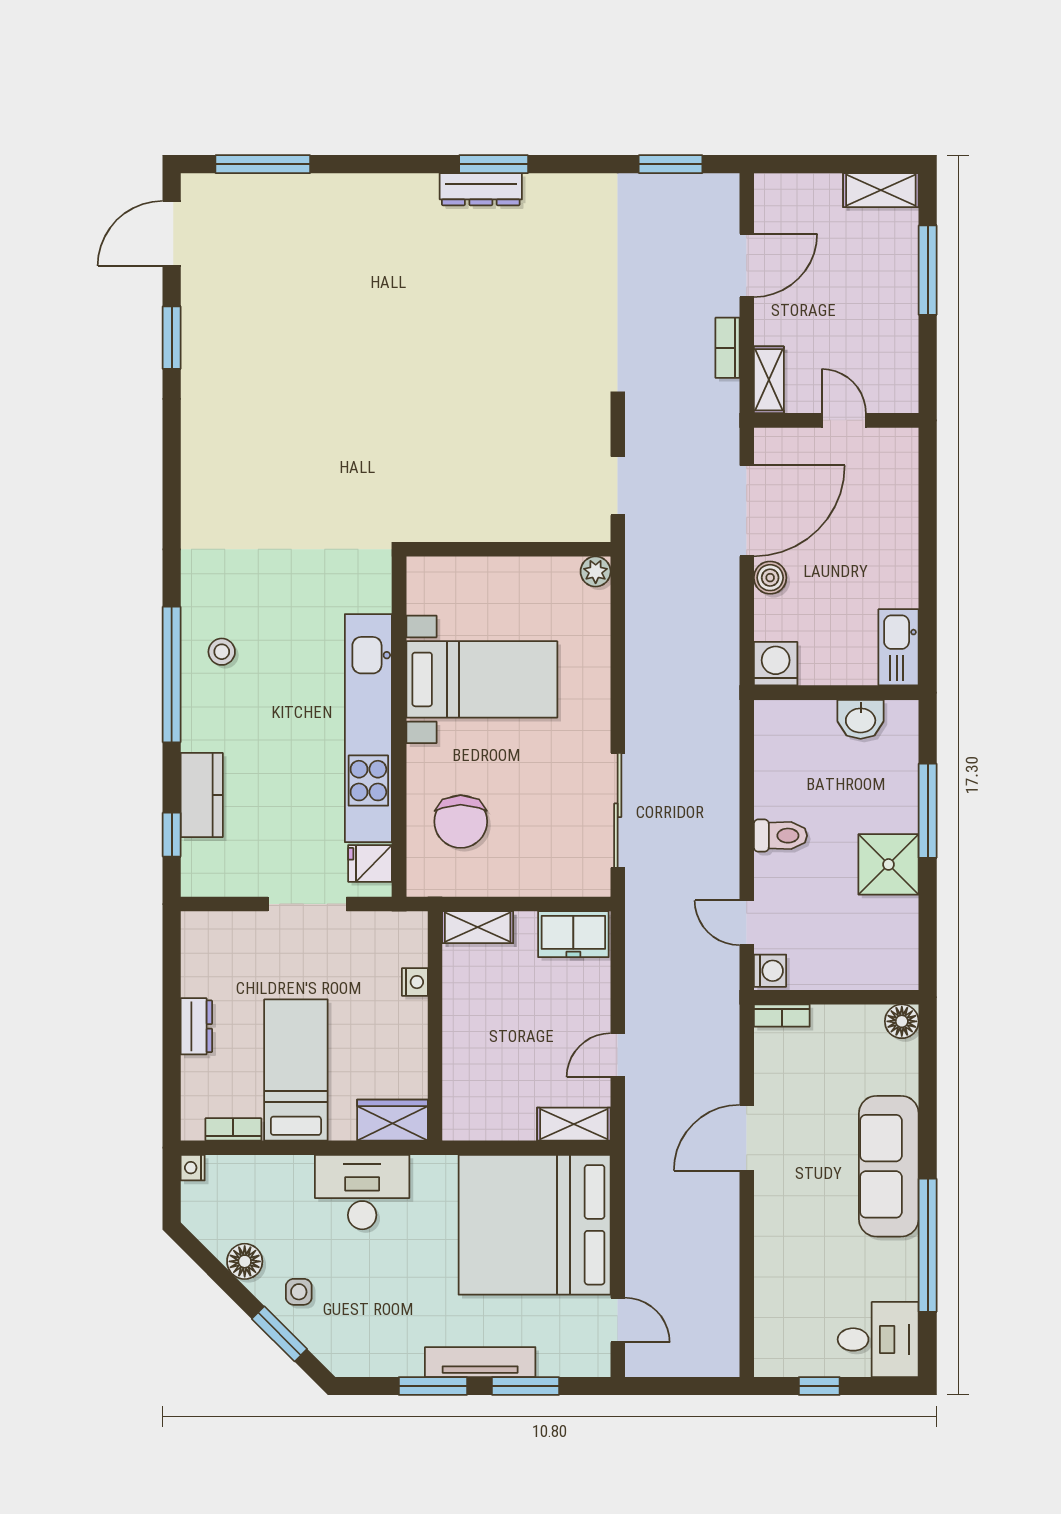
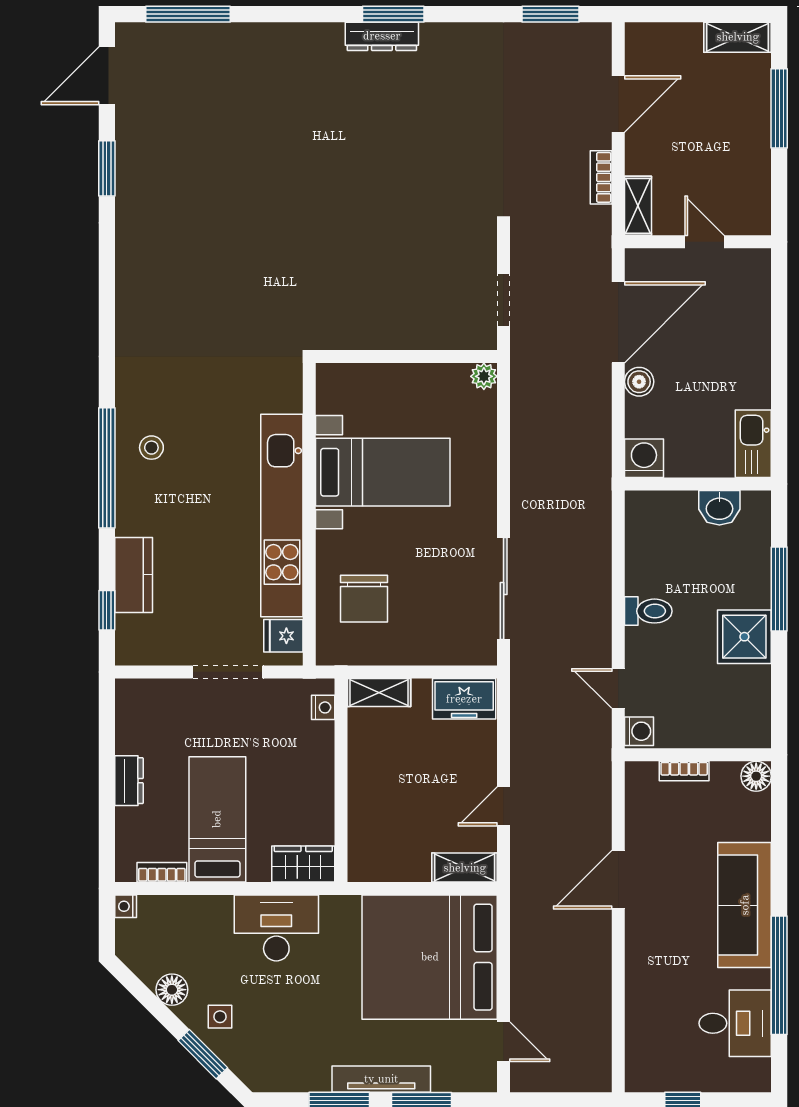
nightstand: (415, 982) -> (323, 707), moved
bookcase: (782, 1016) -> (684, 771), moved
desk: (878, 1339) -> (735, 1023), moved

